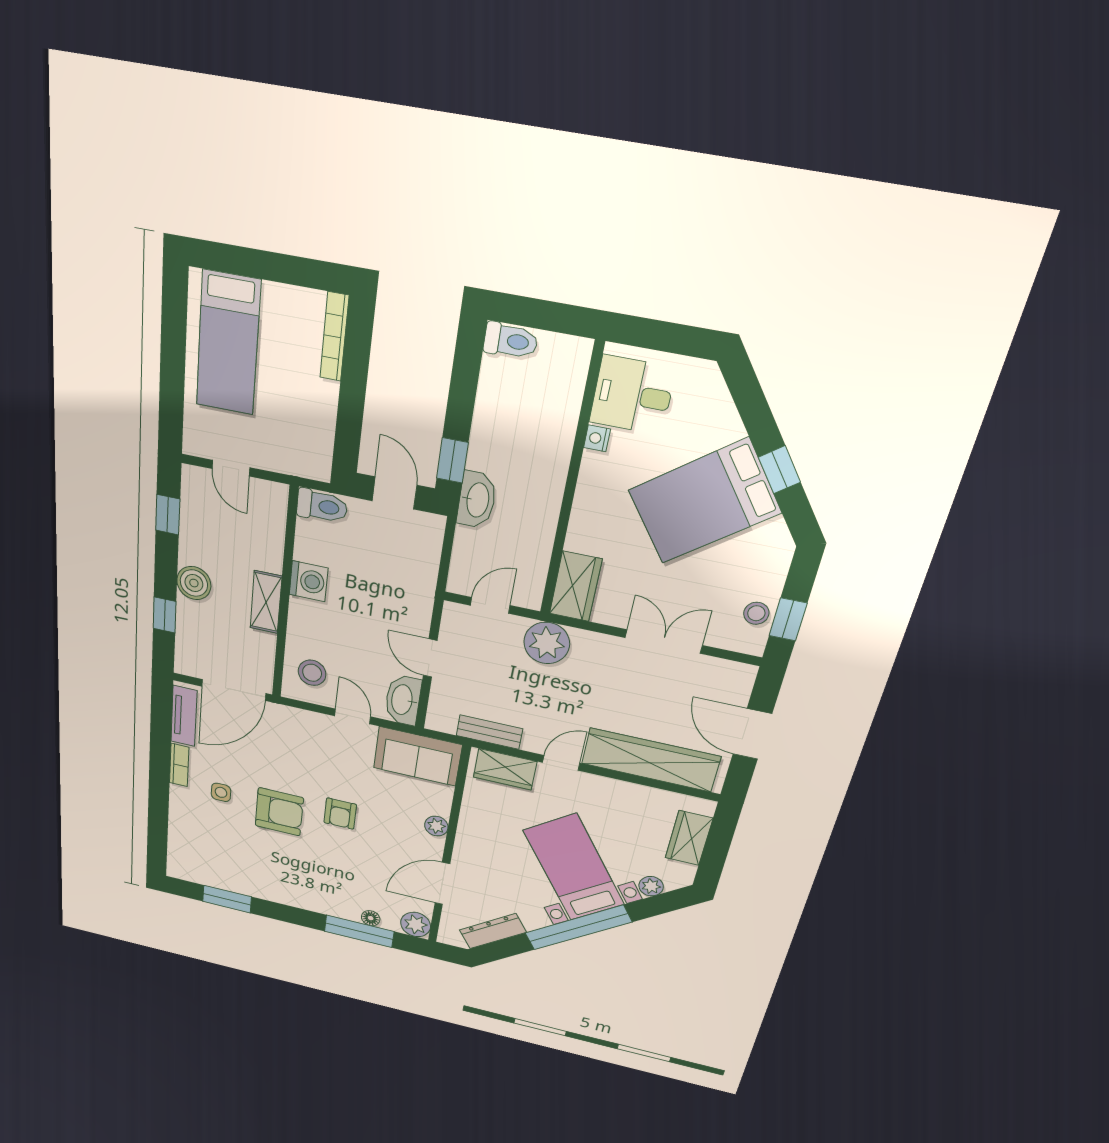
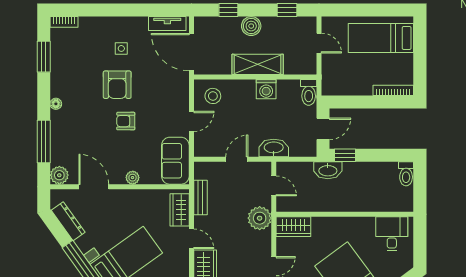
nightstand: (597, 438) -> (369, 222), removed
door: (231, 468) -> (319, 43), swing flipped
shelving: (266, 602) -> (258, 64), width x1.50, depth x1.33
washbasin: (403, 700) -> (274, 148), moved
bookcase: (179, 765) -> (64, 22), moved
floor lamp: (371, 918) -> (56, 104), moved

